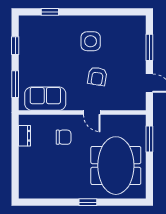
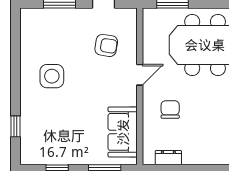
armchair: (97, 76) -> (106, 45), moved

